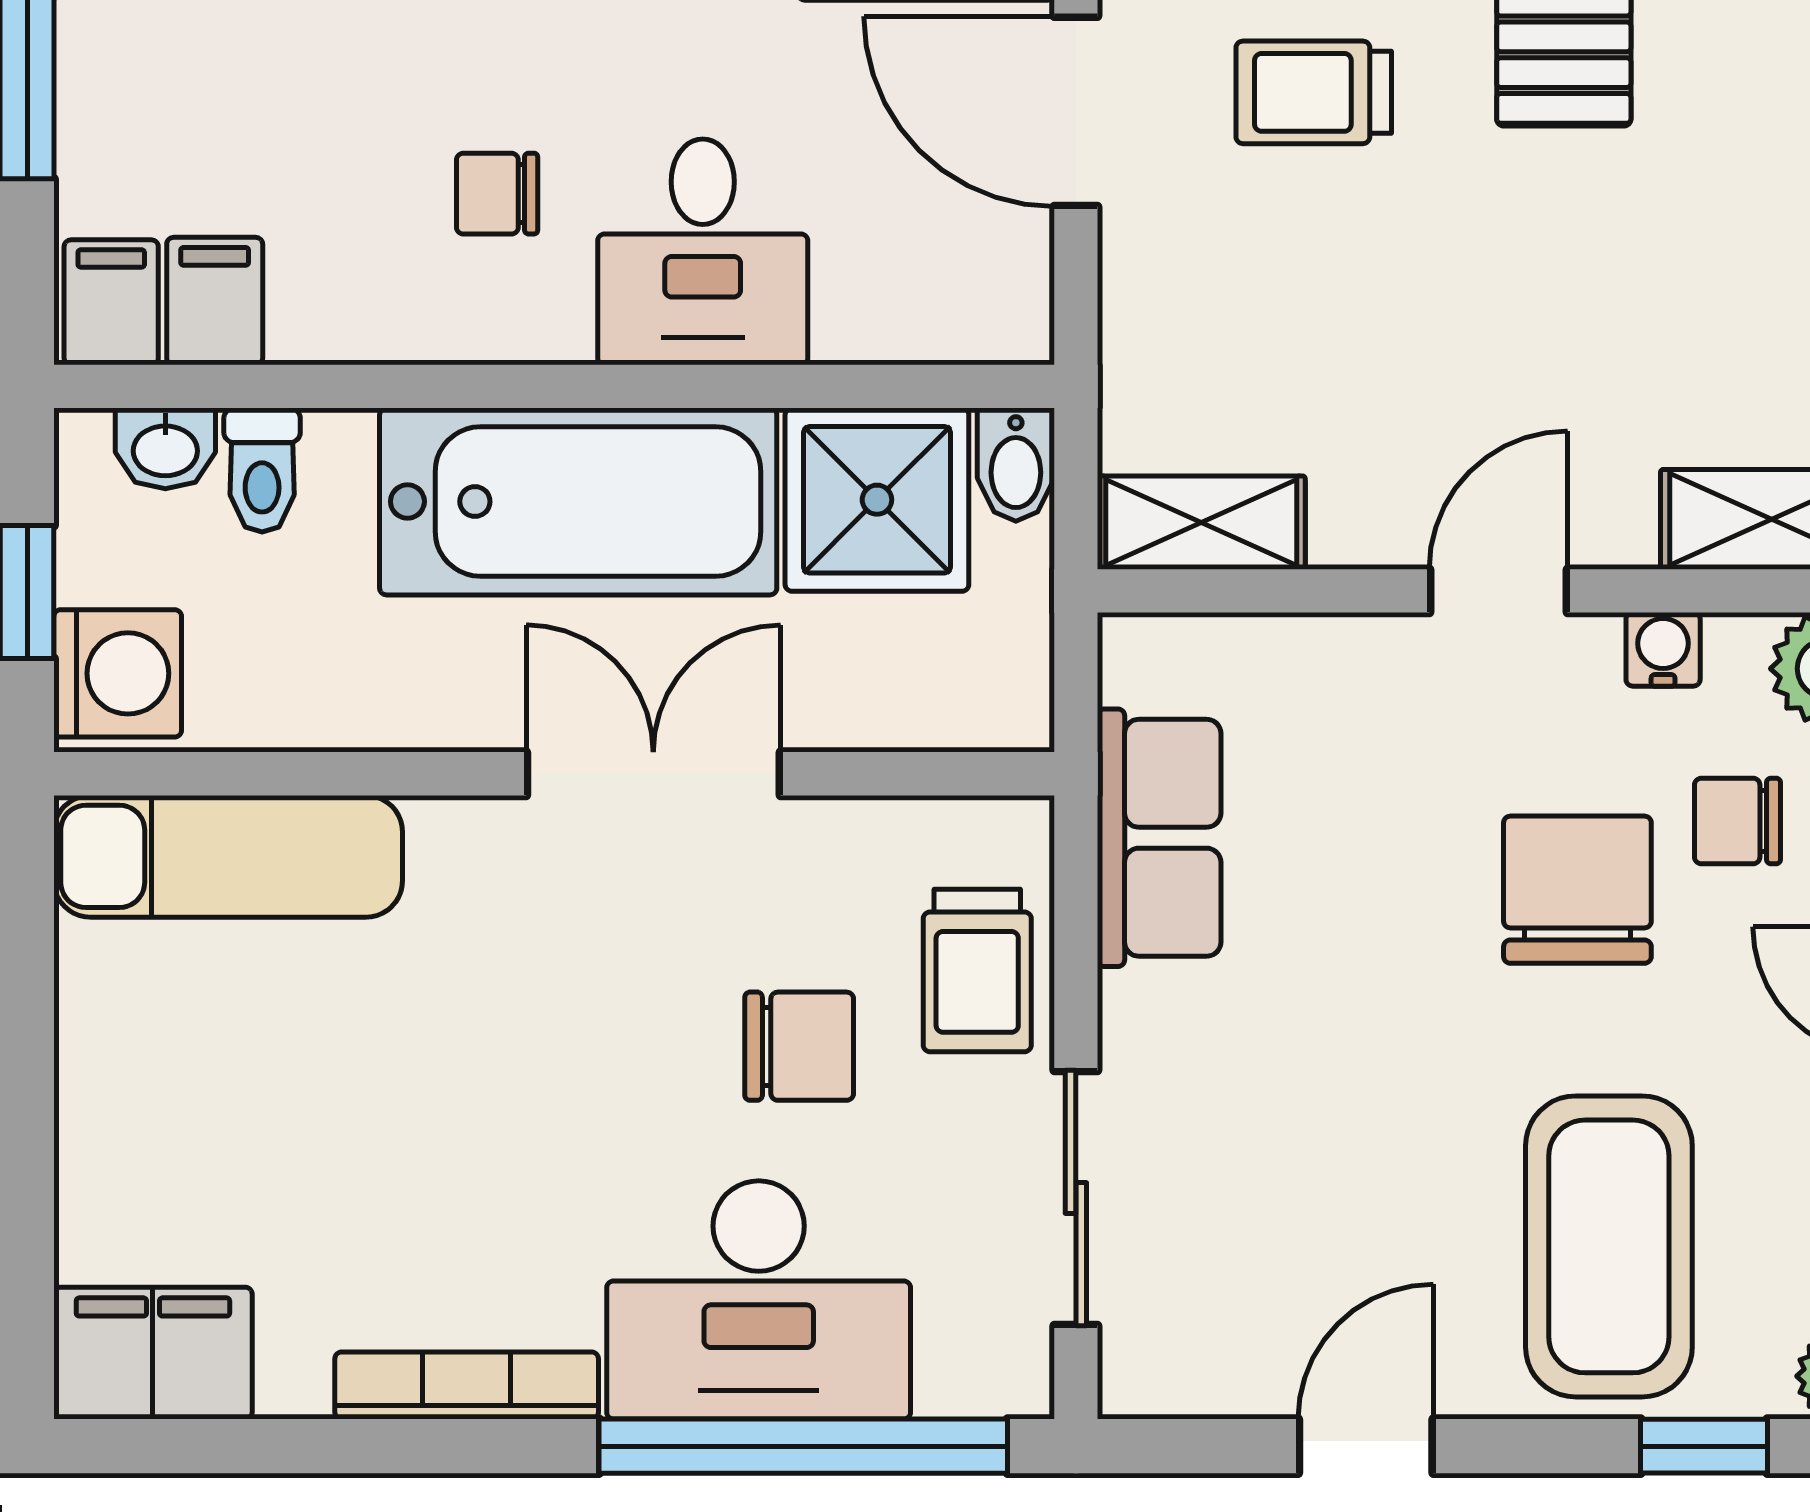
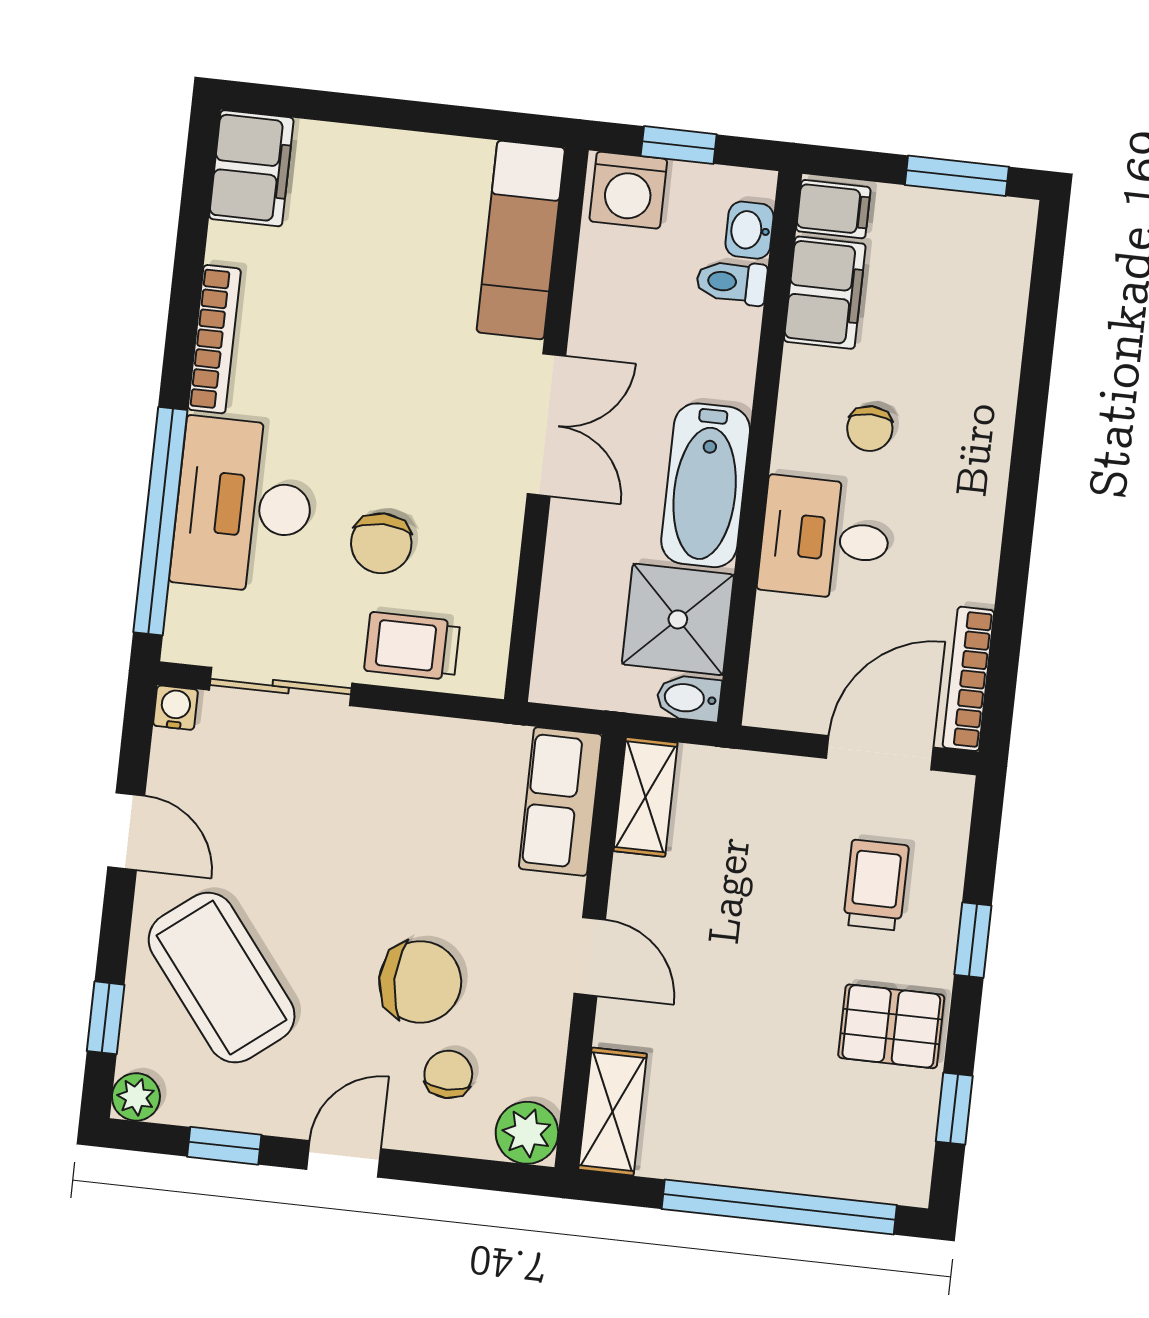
chair: (497, 194) -> (870, 429), turned 180
filing cabinet: (215, 301) -> (825, 293), width x2.00
bathtub: (578, 502) -> (706, 485), width x0.73, depth x0.73
water cooler: (1663, 649) -> (176, 708), moved, turned -90
double door: (653, 774) -> (546, 425), moved
row of seats: (1159, 838) -> (560, 801), moved, turned 90
coffee table: (1609, 1246) -> (222, 978), turned 52

